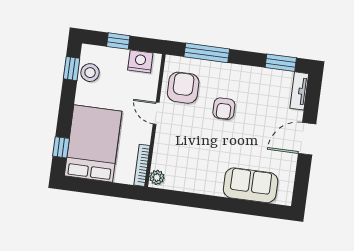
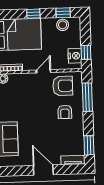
window: (118, 41) -> (86, 52), moved
armchair: (224, 109) -> (65, 112), moved, turned -90
window: (61, 147) -> (33, 14), moved

